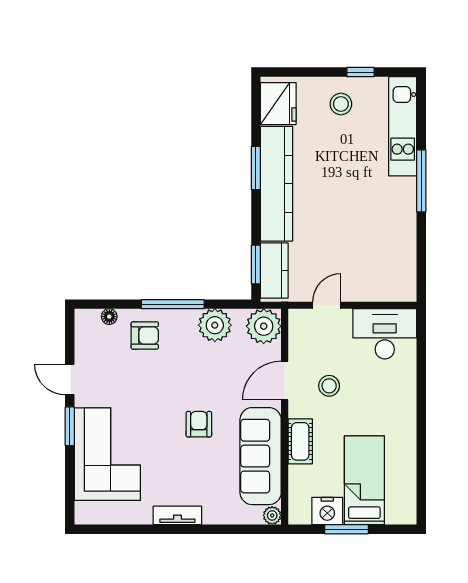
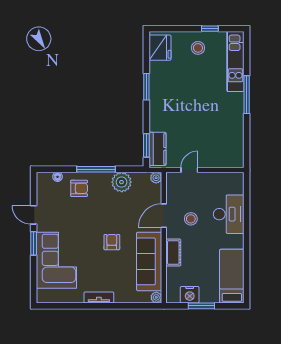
kitchen counter: (277, 184) -> (159, 96), removed
plant: (264, 326) -> (156, 178), width x0.53, depth x0.53
desk: (385, 334) -> (229, 214), moved, turned 90
bed: (364, 480) -> (232, 276), moved

